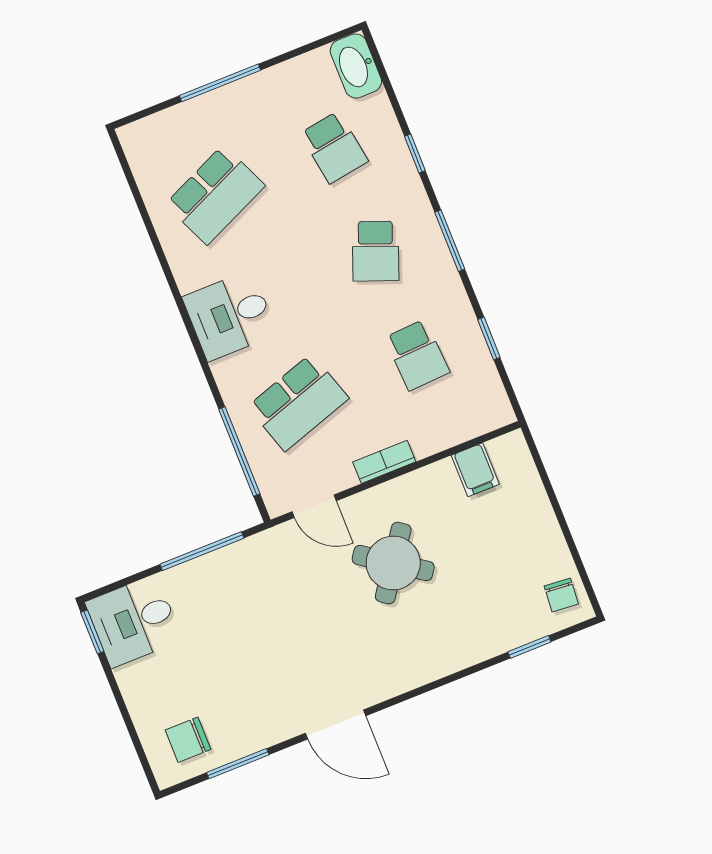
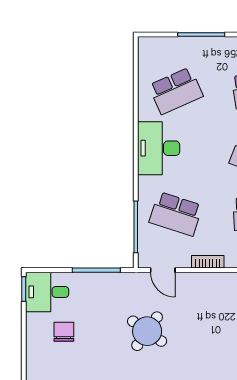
desk: (230, 316) -> (159, 148), width x1.37
school desk: (298, 402) -> (176, 214), turned 36
round table: (393, 563) -> (147, 331), moved
chair: (188, 740) -> (64, 332), moved, turned 90

